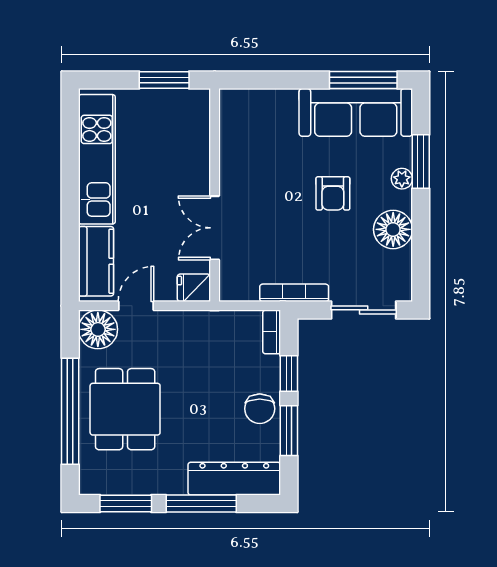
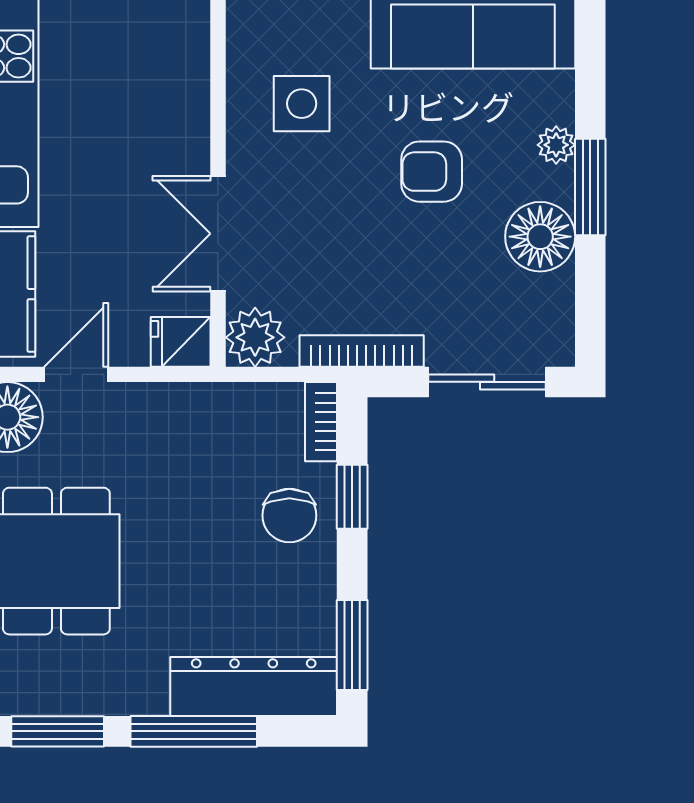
side table: (261, 156) -> (302, 104), added
window: (421, 162) -> (590, 187), moved
armchair: (333, 193) -> (432, 172), turned 90
plant: (235, 285) -> (255, 337), added
chair: (260, 409) -> (289, 516), moved
window: (289, 431) -> (352, 645), moved

